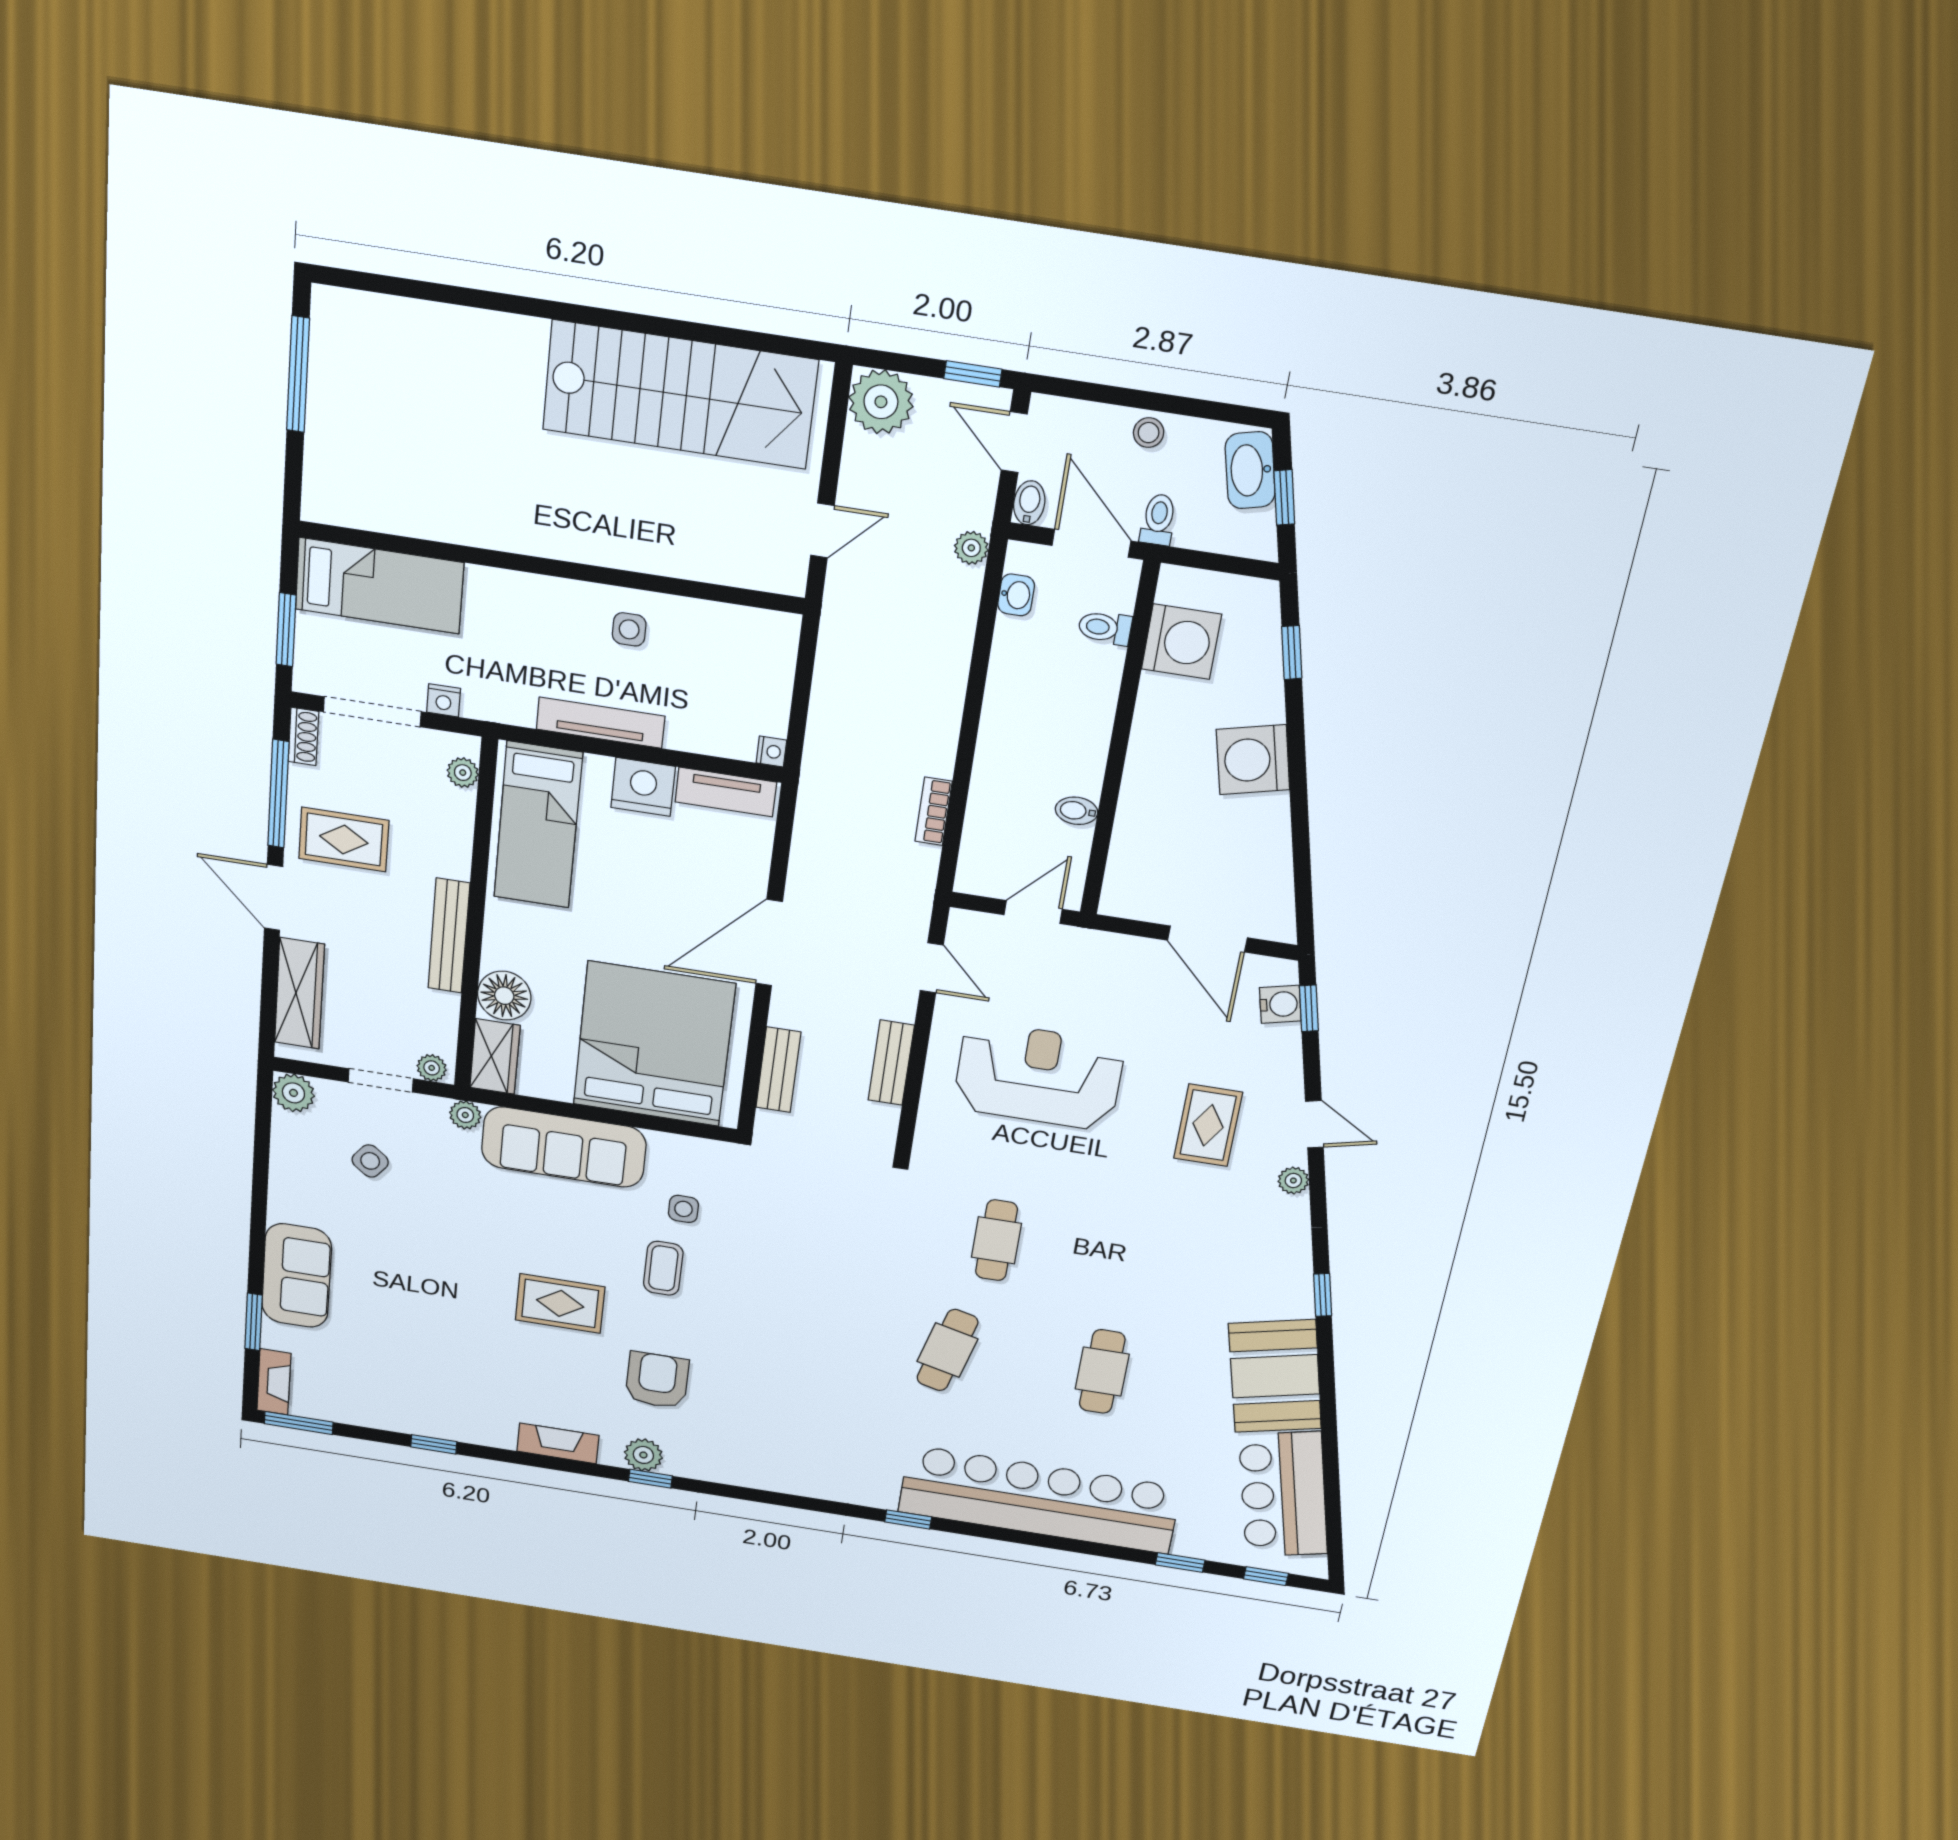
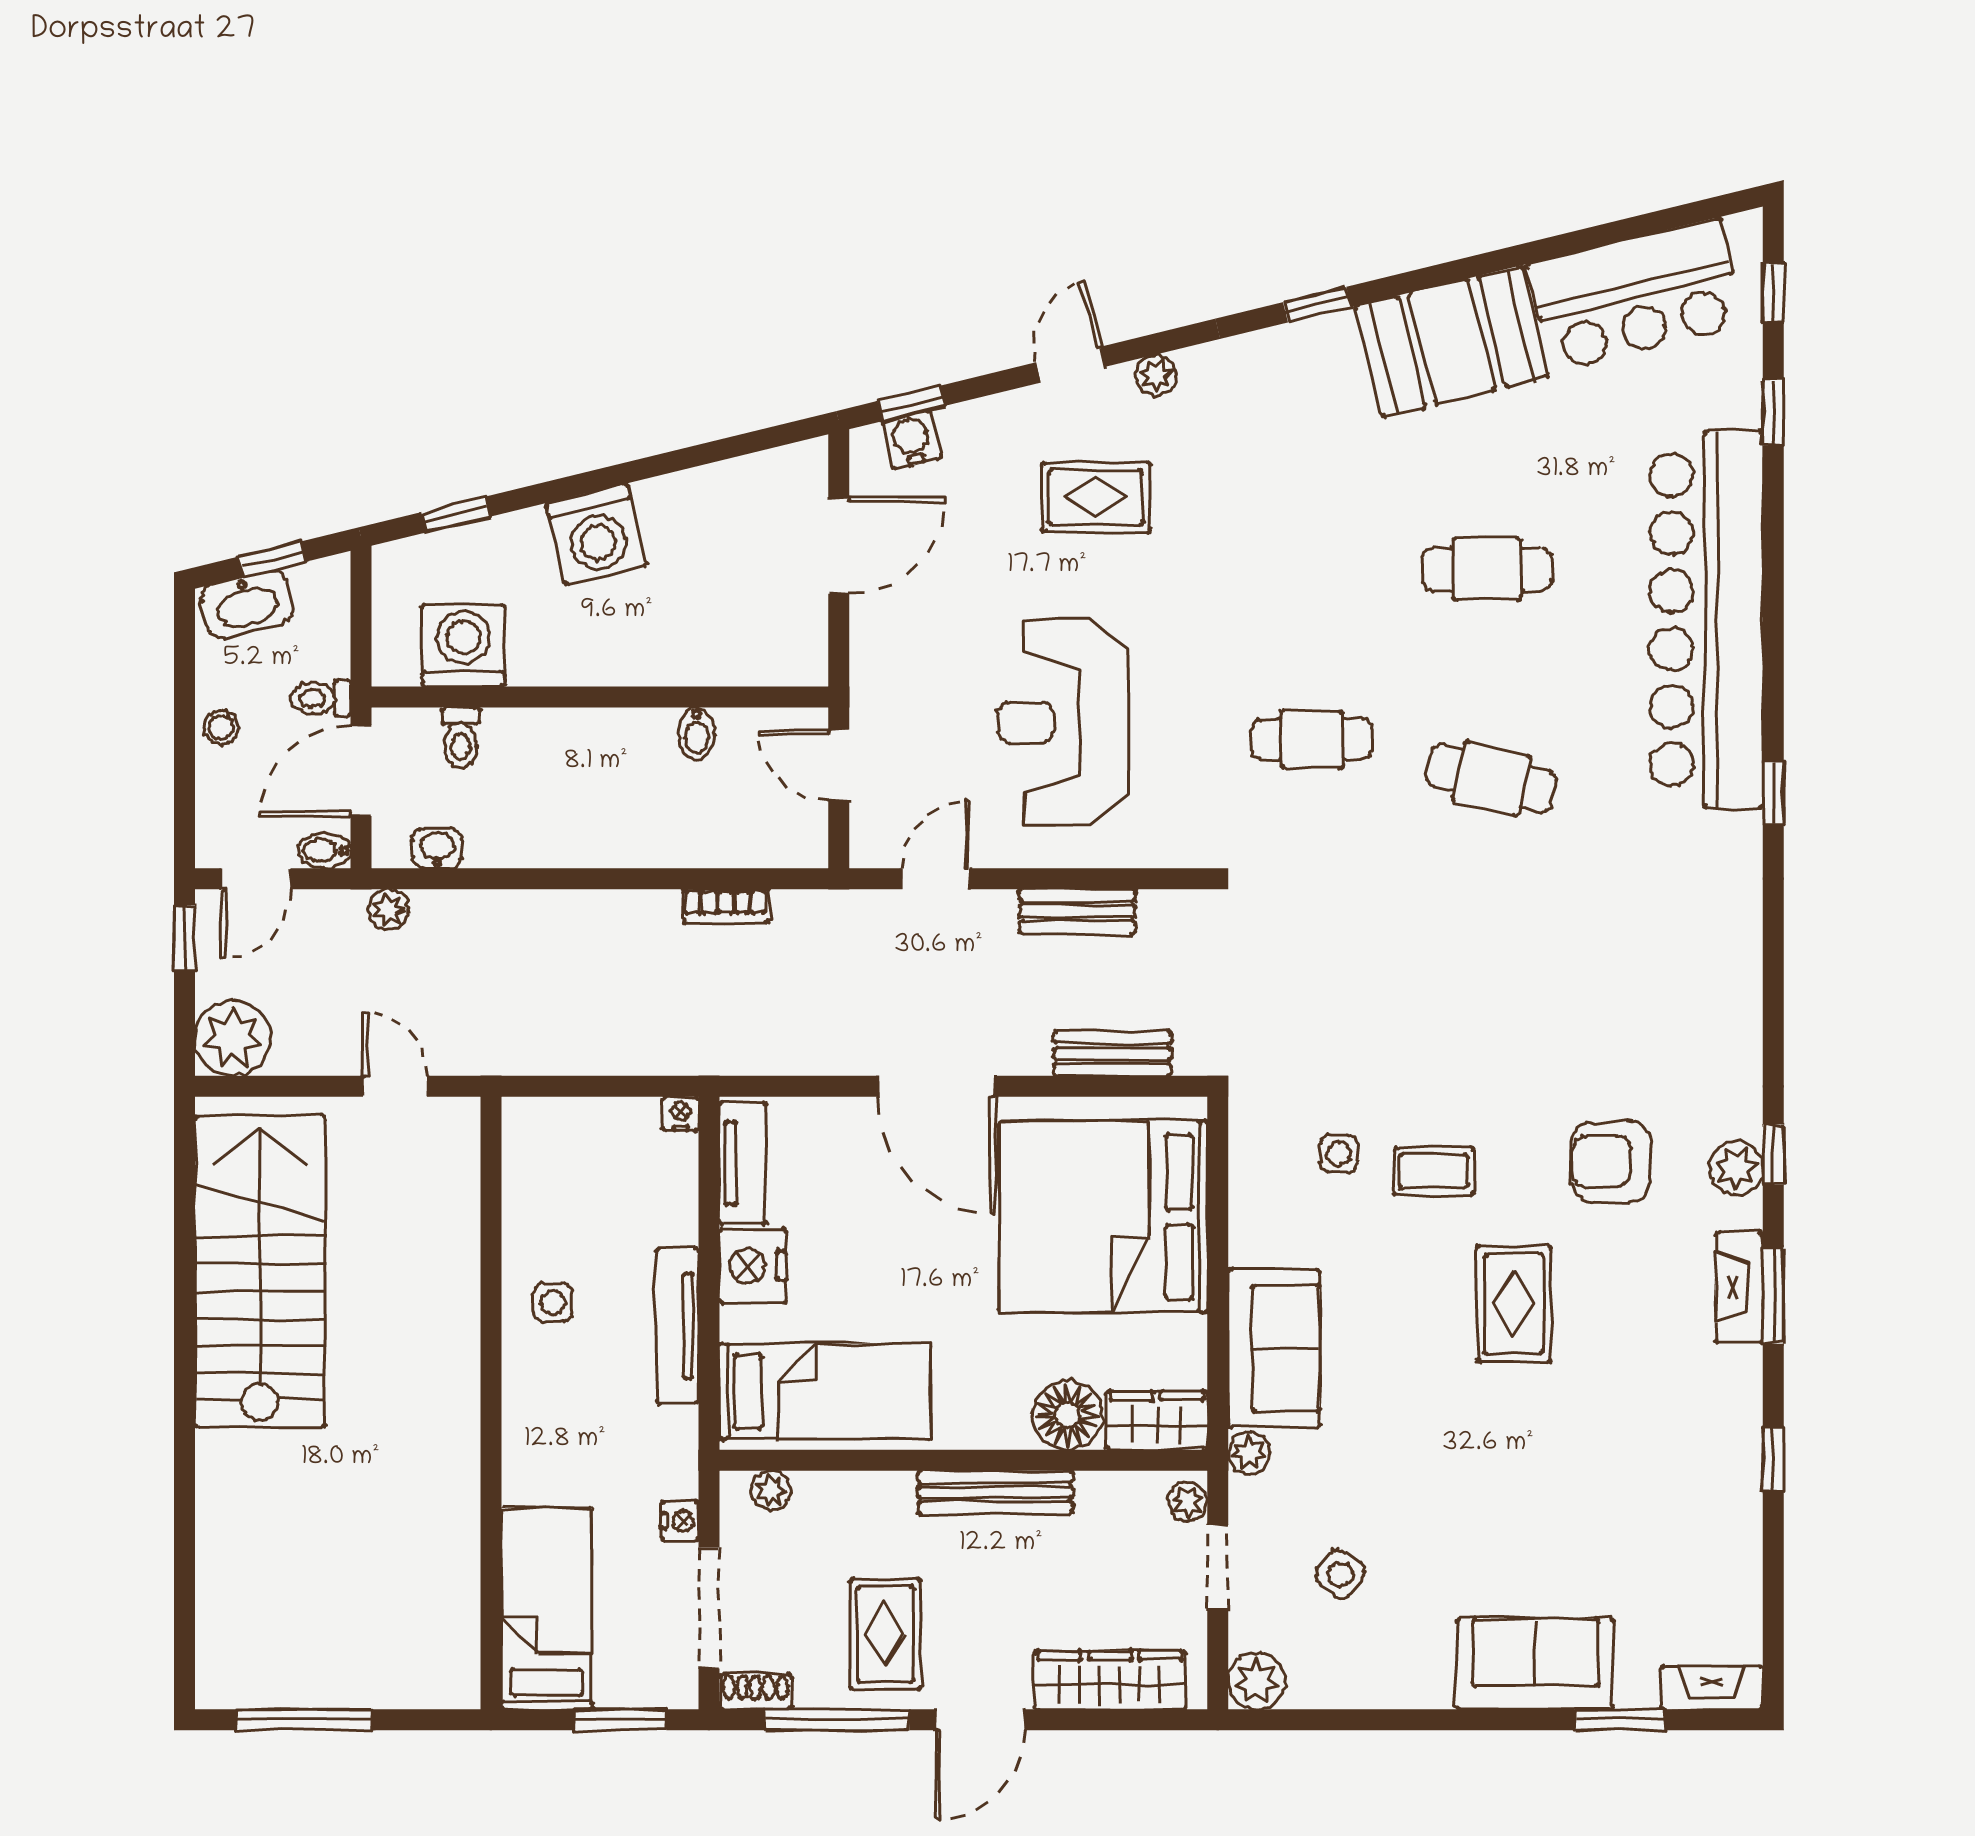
sofa: (564, 1147) -> (1274, 1348), width x0.73
window: (299, 1423) -> (1773, 1296), moved

